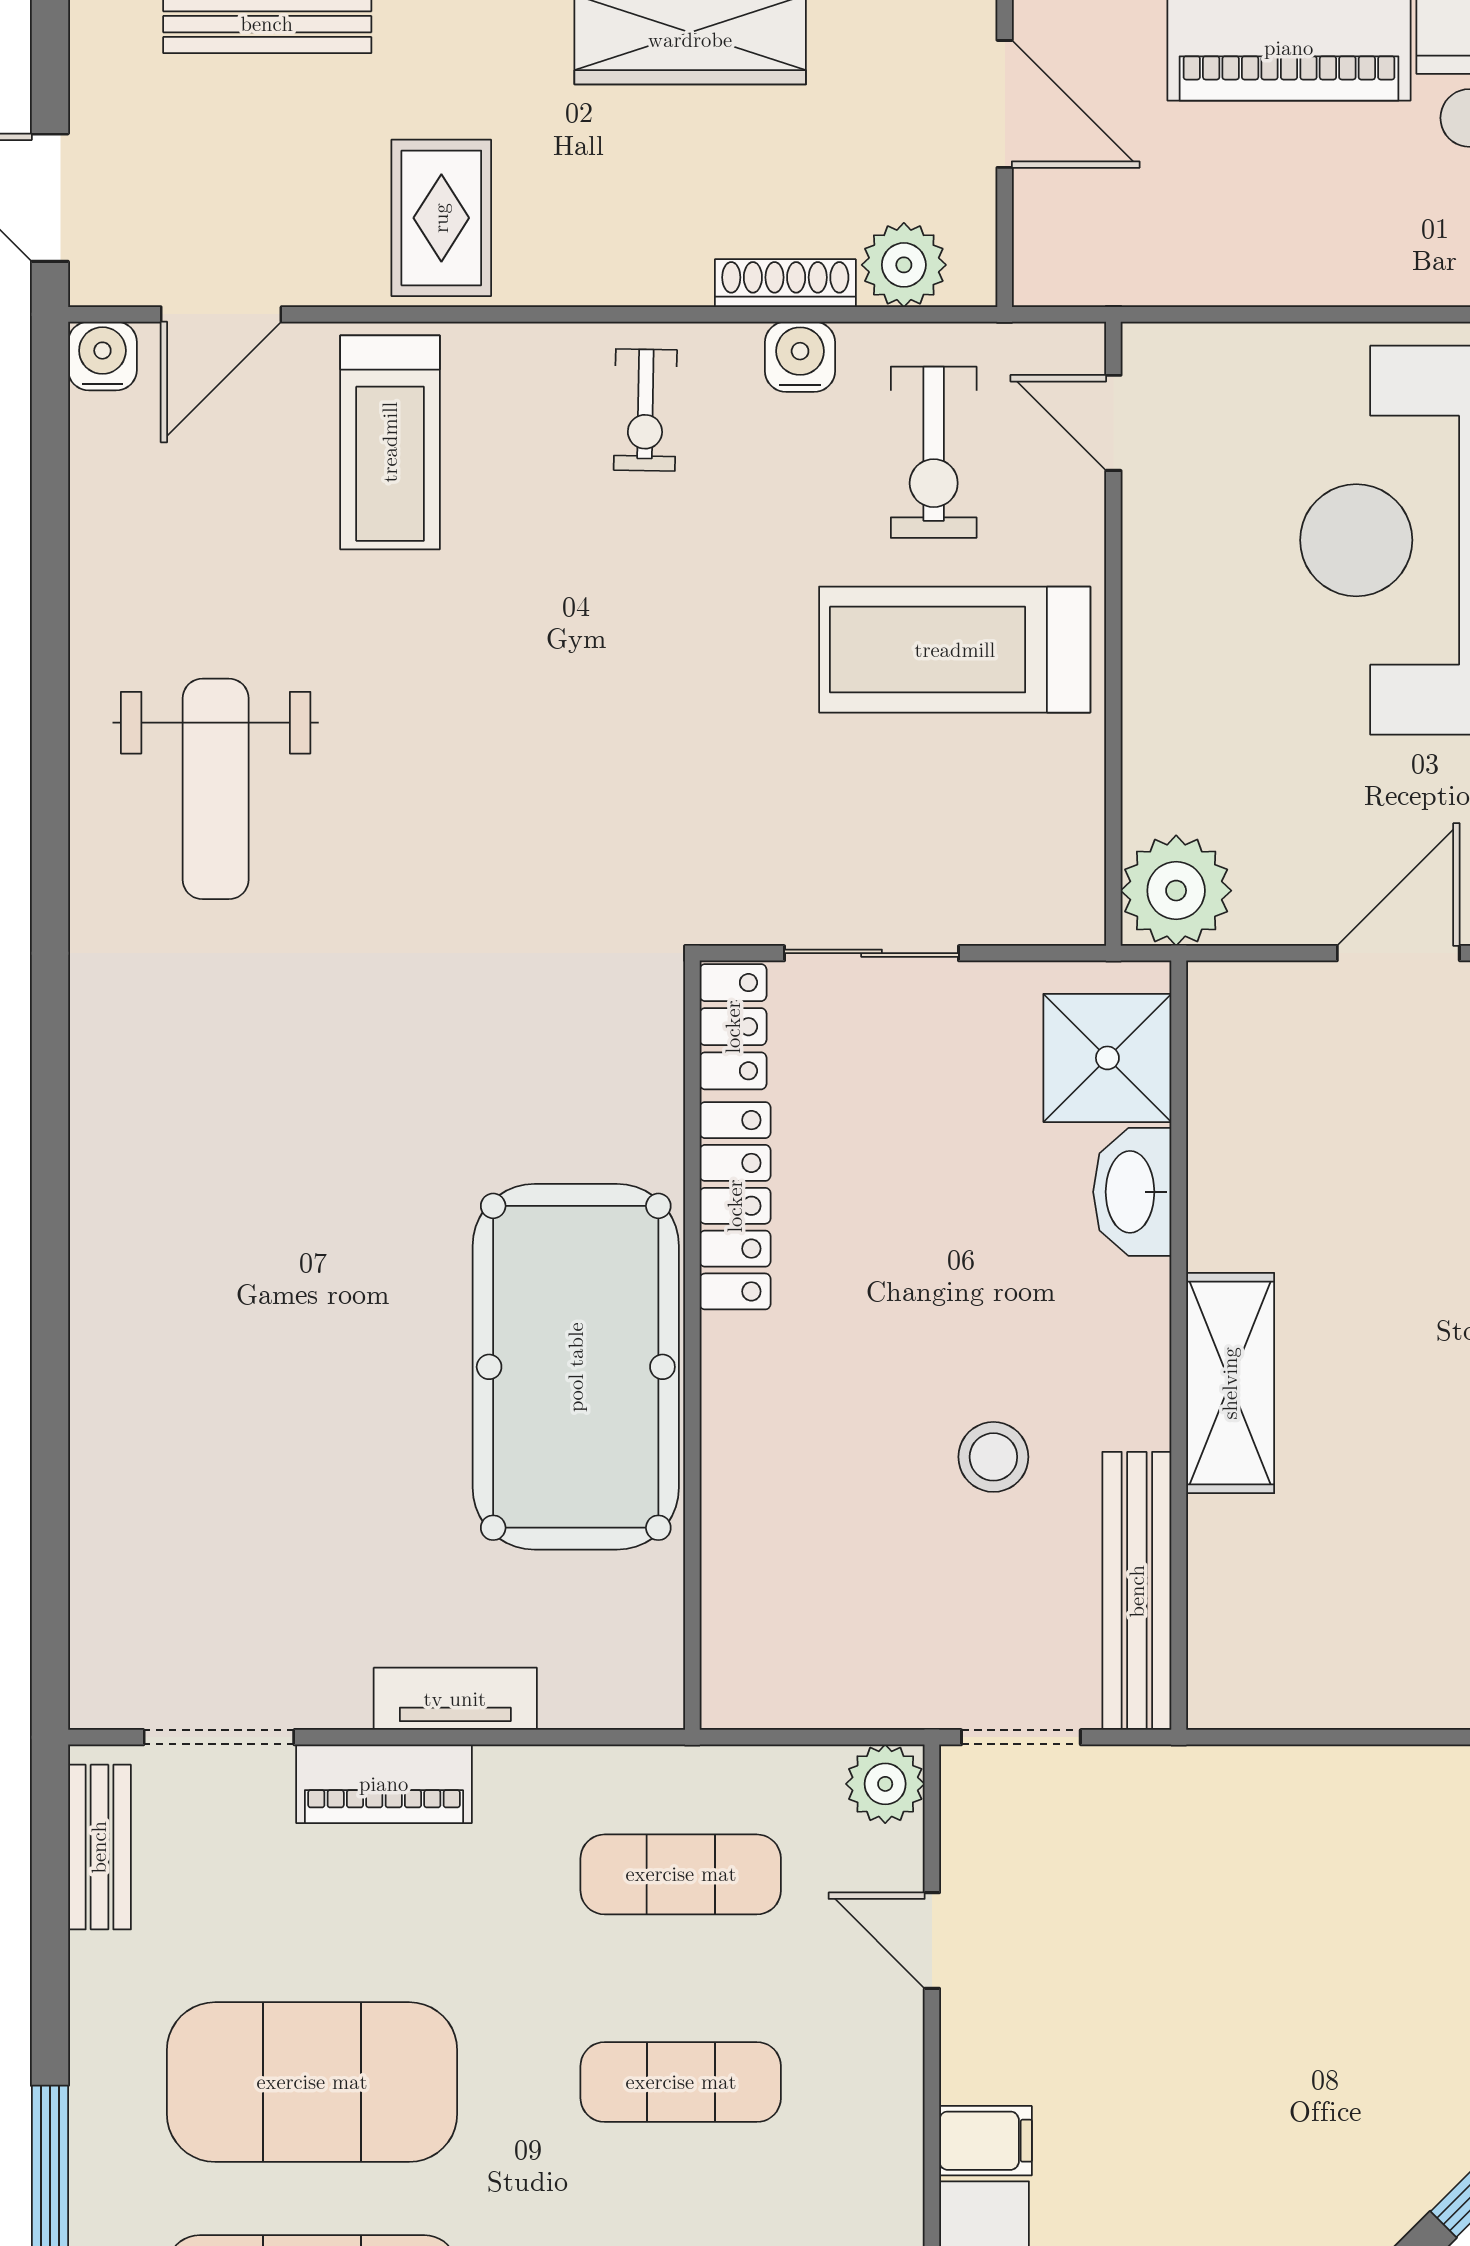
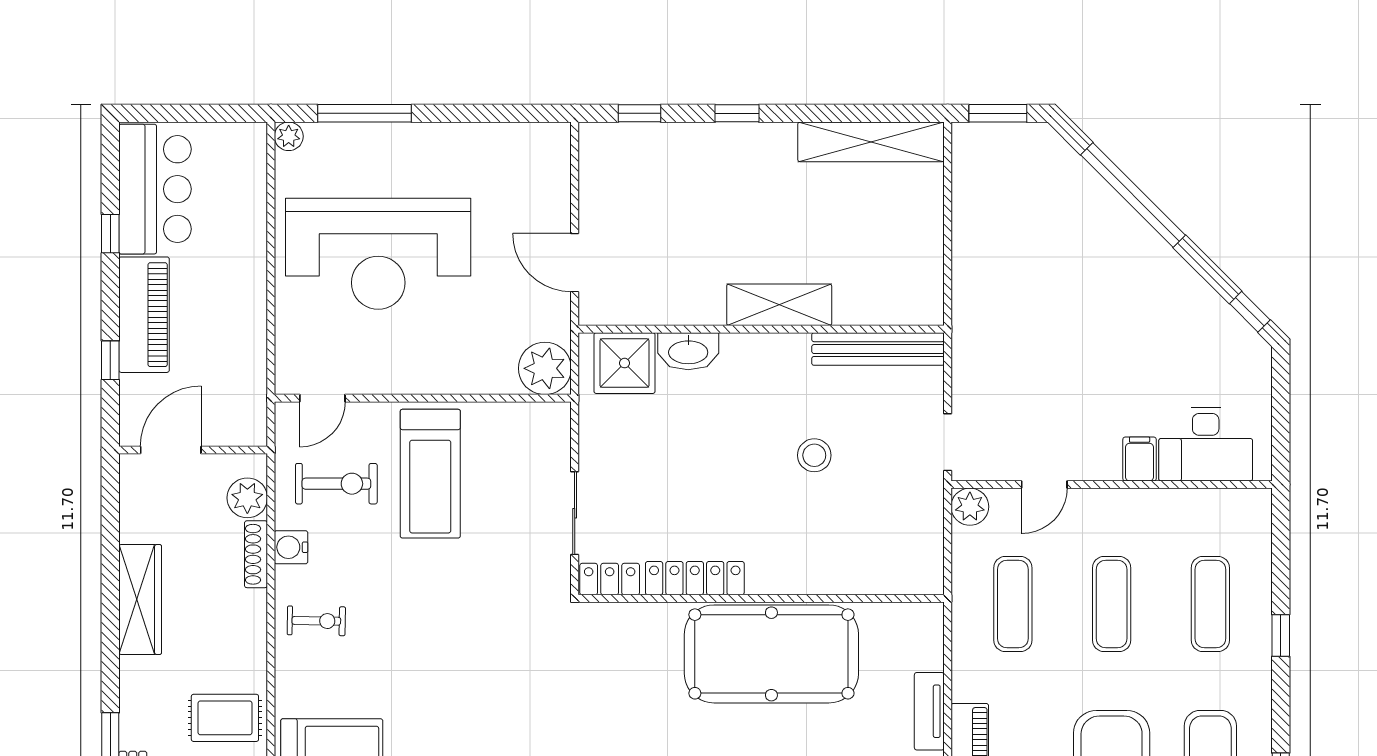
shower: (1107, 1058) -> (625, 363), moved
washbasin: (1132, 1192) -> (688, 351), moved
wall: (1179, 1345) -> (761, 329), moved
shelving: (1230, 1383) -> (779, 305), moved
bench: (1137, 1591) -> (878, 349), moved

